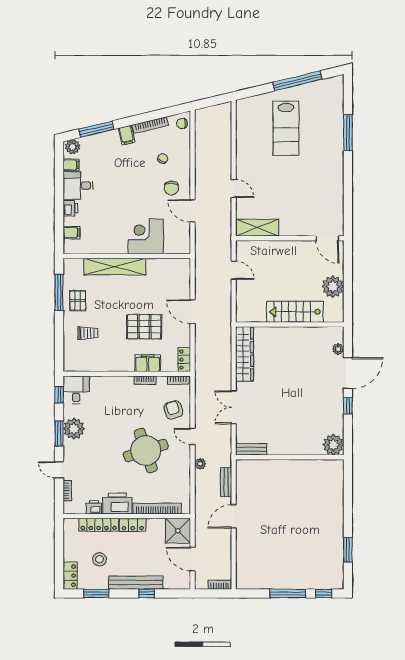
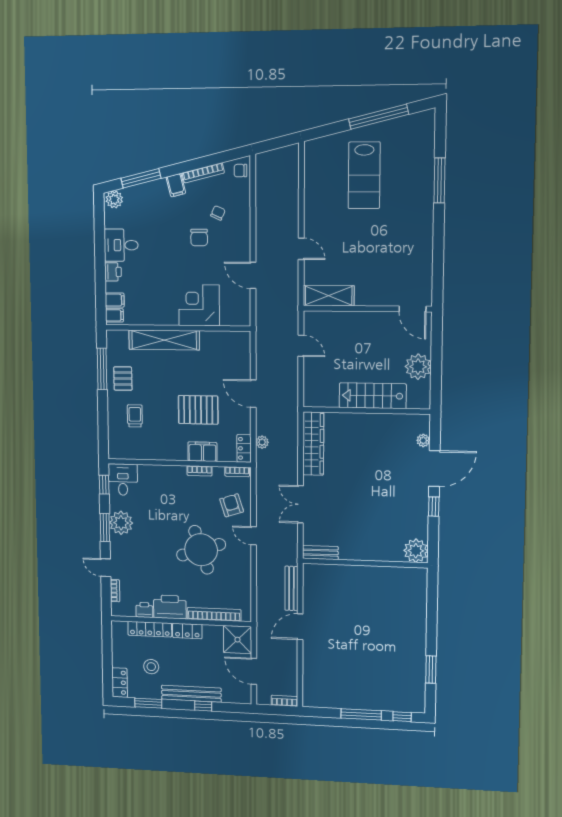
filing cabinet: (71, 165) -> (114, 315), moved
chair: (171, 188) -> (199, 238), moved
trolley: (88, 333) -> (135, 416), turned -90
plant: (200, 464) -> (262, 442), moved
bench: (226, 482) -> (291, 588), width x1.36

